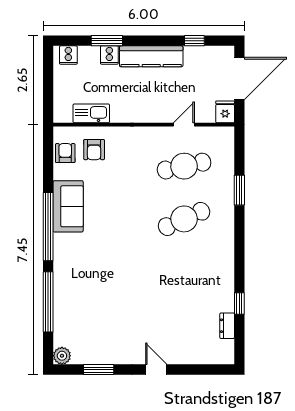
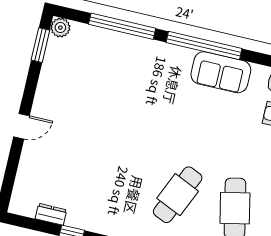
cafe table: (184, 219) -> (178, 195), turned 48
window: (99, 370) -> (40, 45), moved

